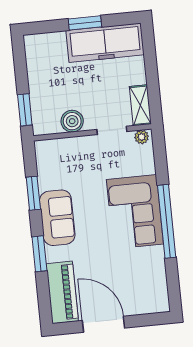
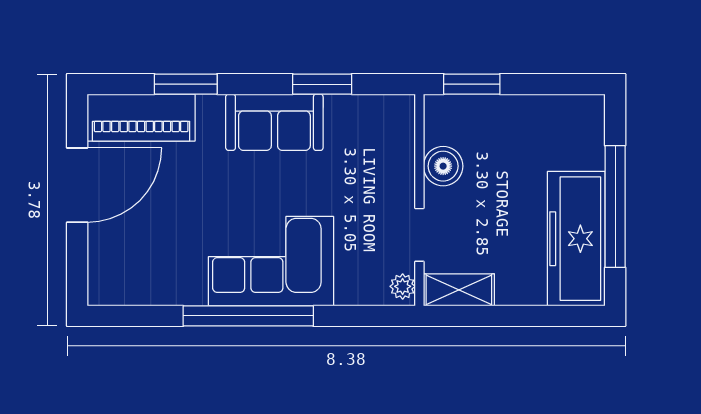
window: (85, 23) -> (615, 207), width x2.11
window: (39, 254) -> (186, 84), moved

